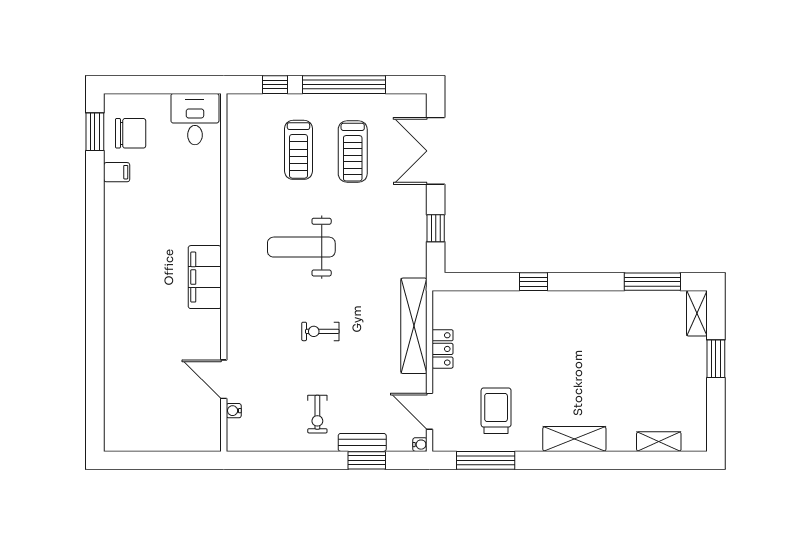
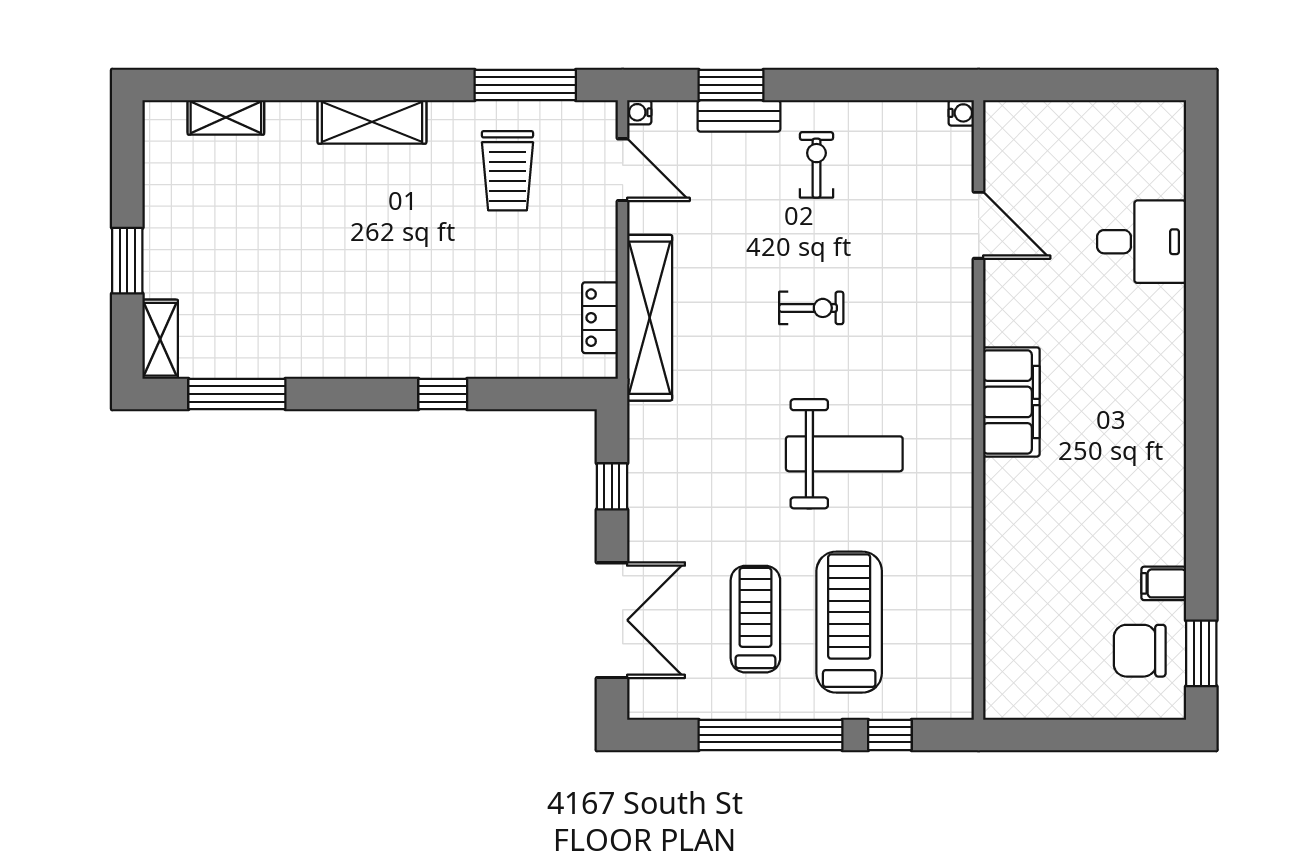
desk: (195, 119) -> (1142, 242), moved, turned -90
treadmill: (298, 150) -> (849, 622), width x1.37, depth x1.38
locker: (442, 349) -> (600, 318), moved
water cooler: (234, 411) -> (961, 113), moved

